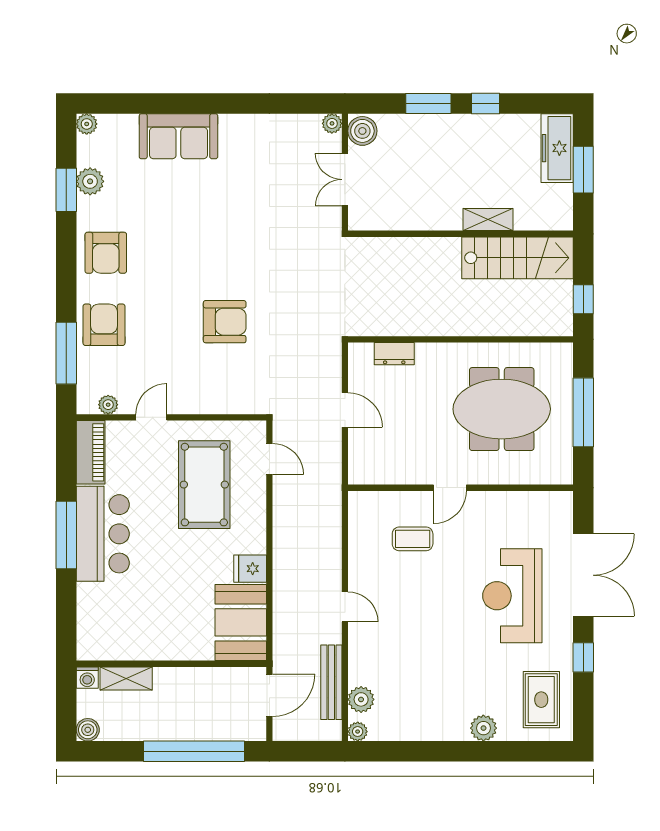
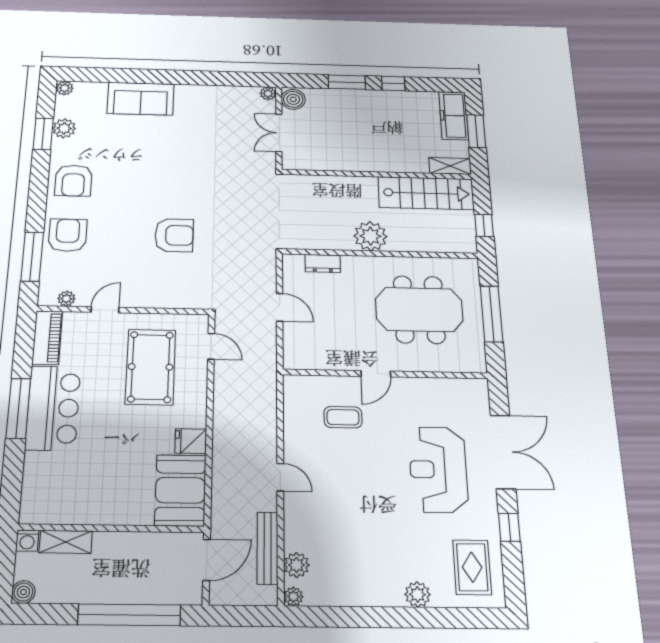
shelving: (488, 220) -> (450, 166), moved
plant: (450, 317) -> (370, 236), added

